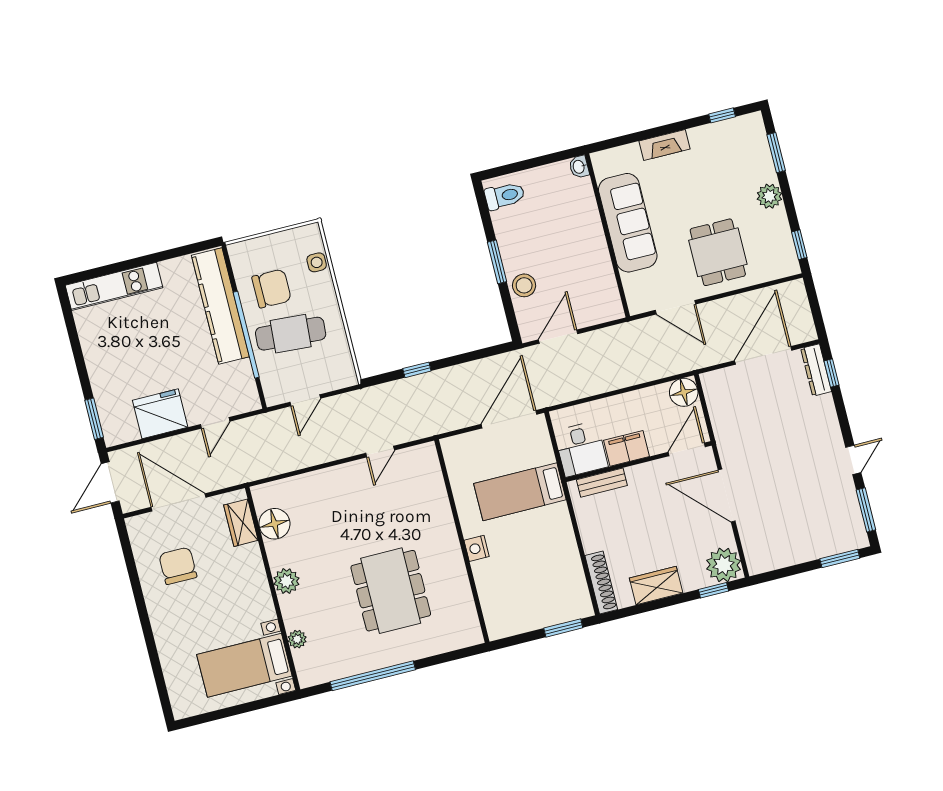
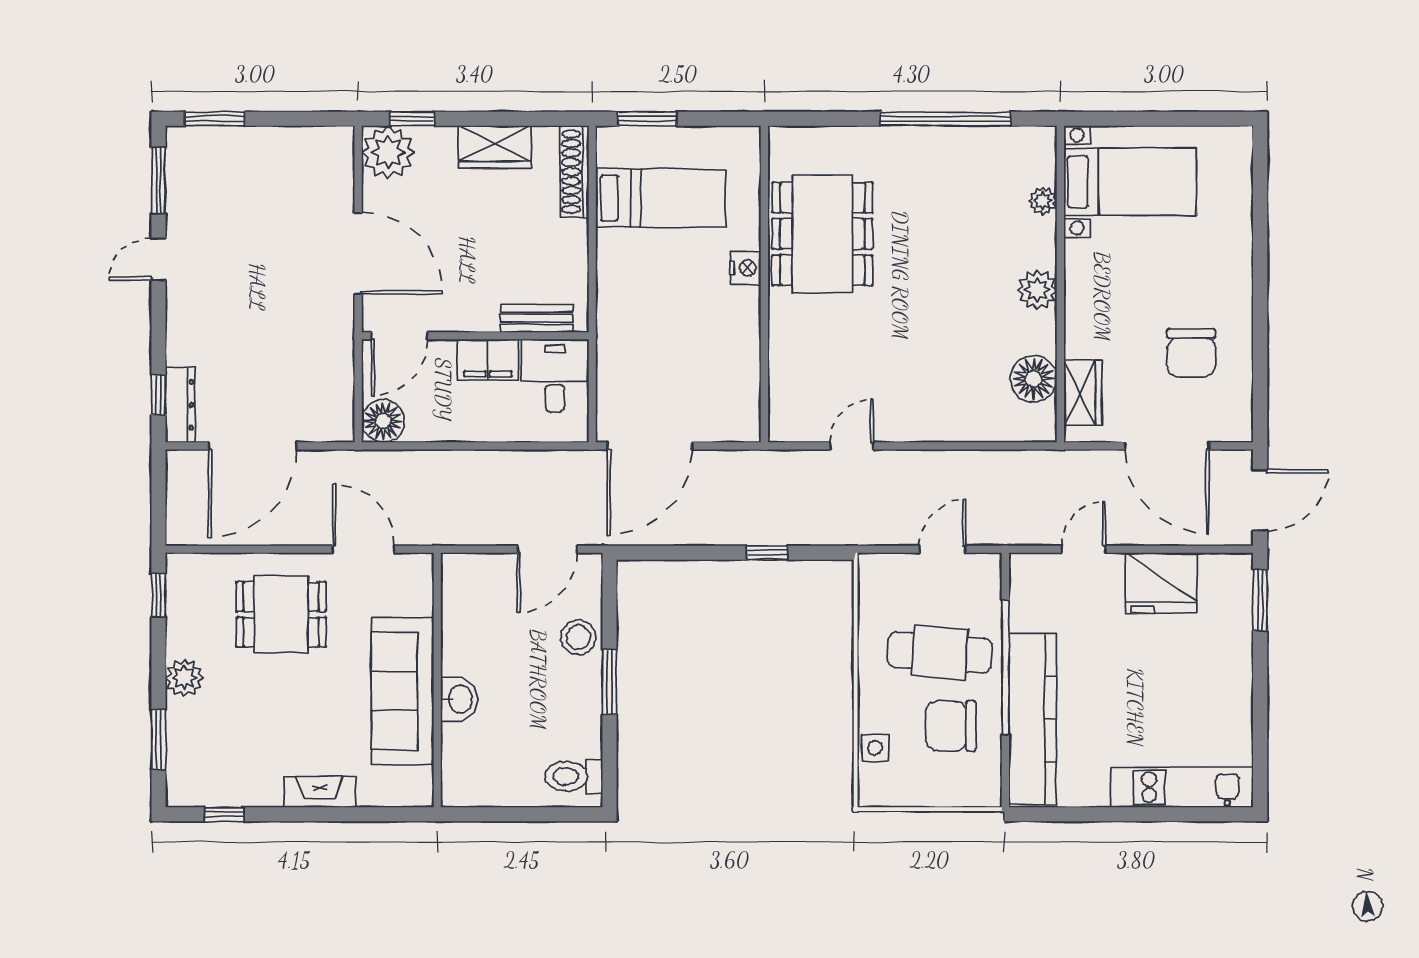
washbasin: (579, 167) -> (459, 699), moved, width x1.38, depth x1.45
dining table: (718, 252) -> (281, 614), turned 90
bed: (520, 492) -> (661, 198), moved
dining table: (391, 591) -> (822, 234), moved

